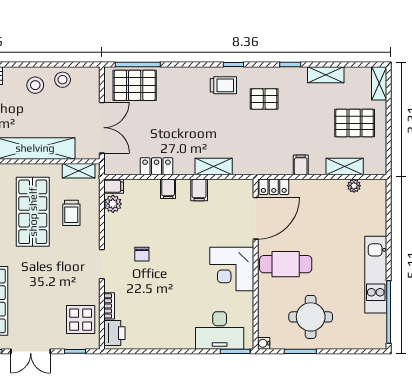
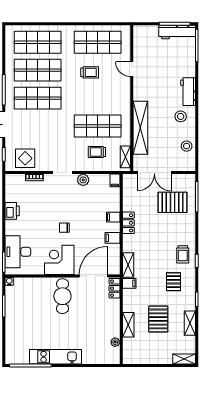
stool: (35, 85) -> (181, 116), moved
pallet: (135, 85) -> (173, 202), moved, turned 90
pallet: (355, 123) -> (158, 319), moved
filing cabinet: (301, 165) -> (129, 283), moved
locker: (156, 166) -> (128, 223), moved
shelving: (345, 166) -> (128, 325), moved
shelving: (214, 167) -> (128, 265), moved
plant: (113, 204) -> (83, 180), moved
door: (256, 218) -> (93, 276), swing flipped
chair: (142, 254) -> (64, 228), moved
round table: (311, 317) -> (27, 313), removed
printer: (114, 333) -> (12, 211), moved, turned -90

